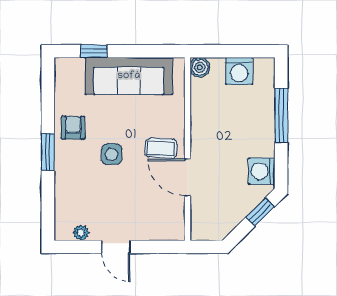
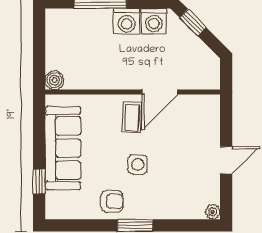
washing machine: (239, 71) -> (127, 21), moved, turned 90
armchair: (73, 128) -> (112, 201), turned 180
plant: (81, 233) -> (213, 212), moved

